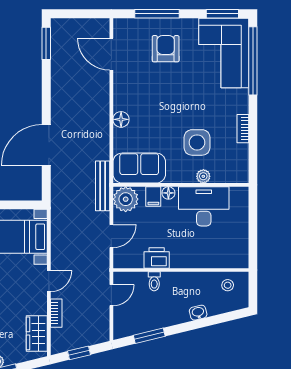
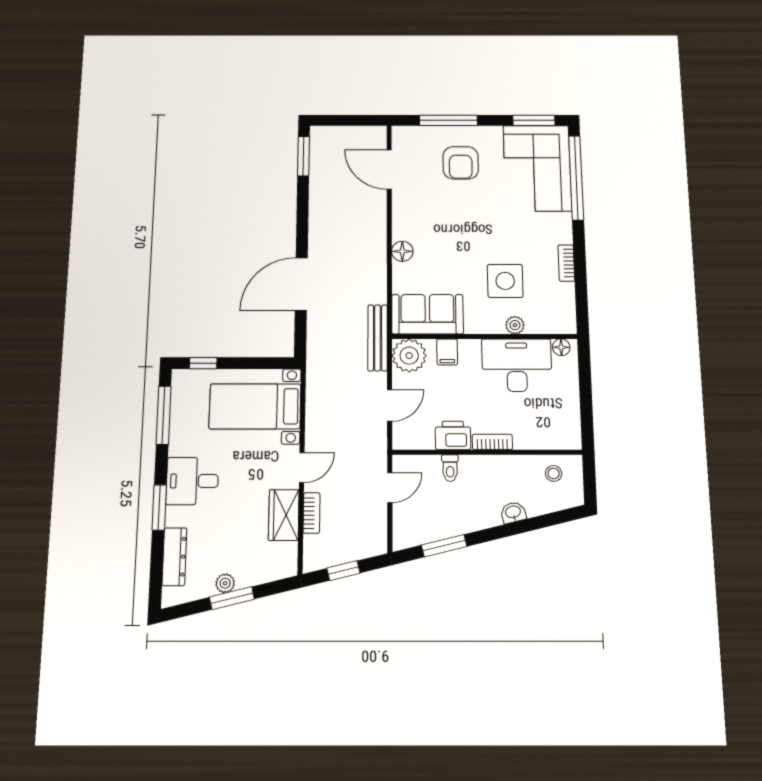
armchair: (166, 49) -> (461, 163), turned 180
floor lamp: (168, 193) -> (561, 347), moved
bookcase: (185, 263) -> (492, 442), added
wardrobe: (37, 333) -> (284, 515), moved

